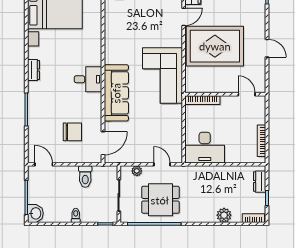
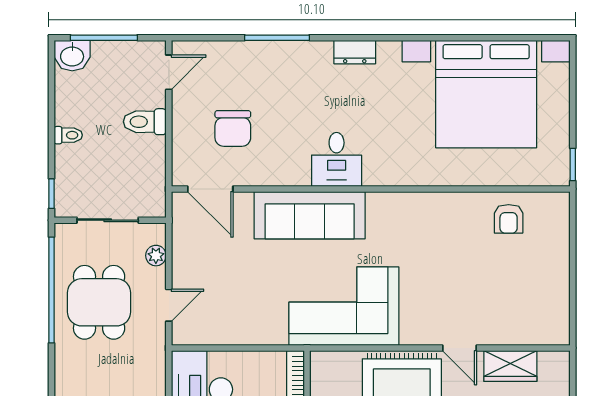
toilet: (85, 177) -> (145, 122), moved

